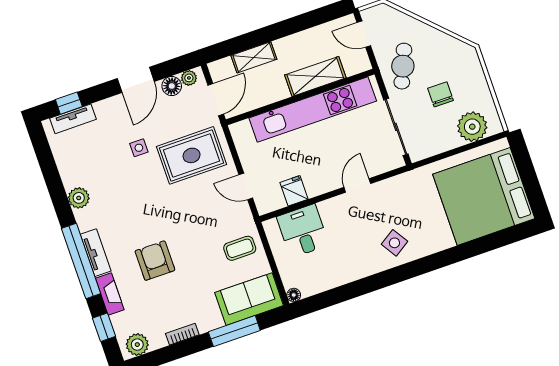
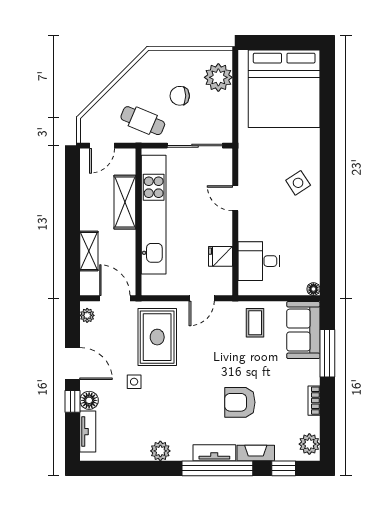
floor lamp: (172, 86) -> (89, 400), moved
window: (69, 103) -> (73, 401), moved

